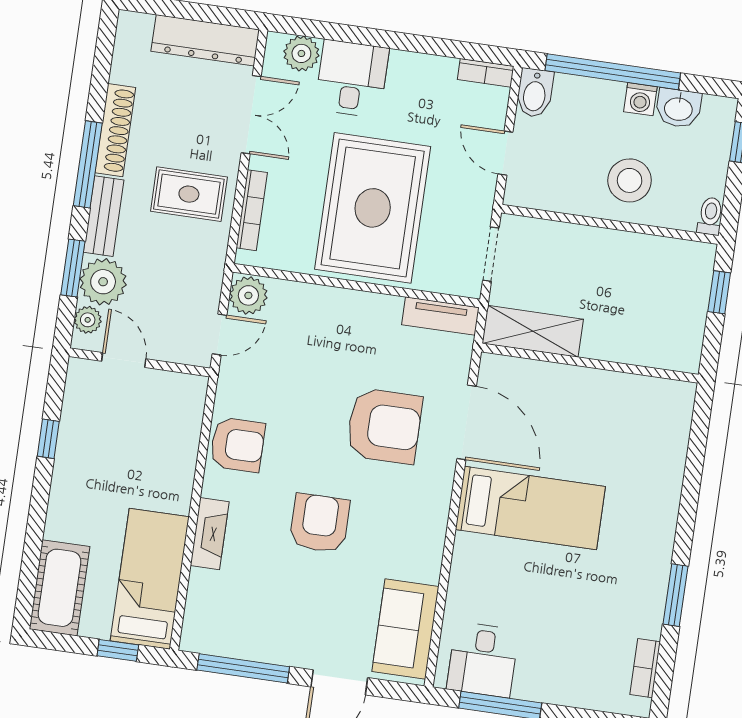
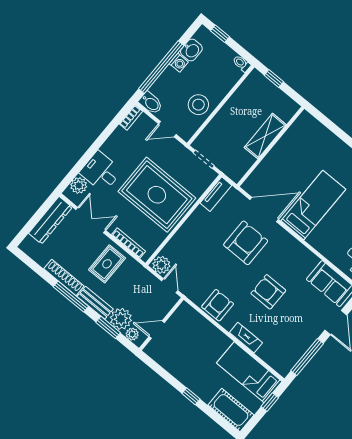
stool: (630, 180) -> (198, 105), moved
shelving: (533, 331) -> (265, 136), moved
window: (48, 439) -> (191, 396), moved

